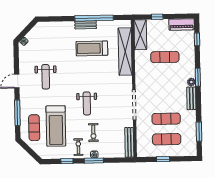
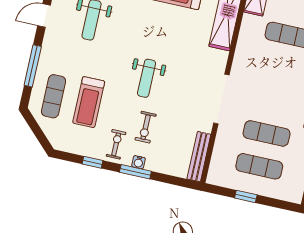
treadmill: (56, 126) -> (89, 102), width x0.73, depth x0.73

